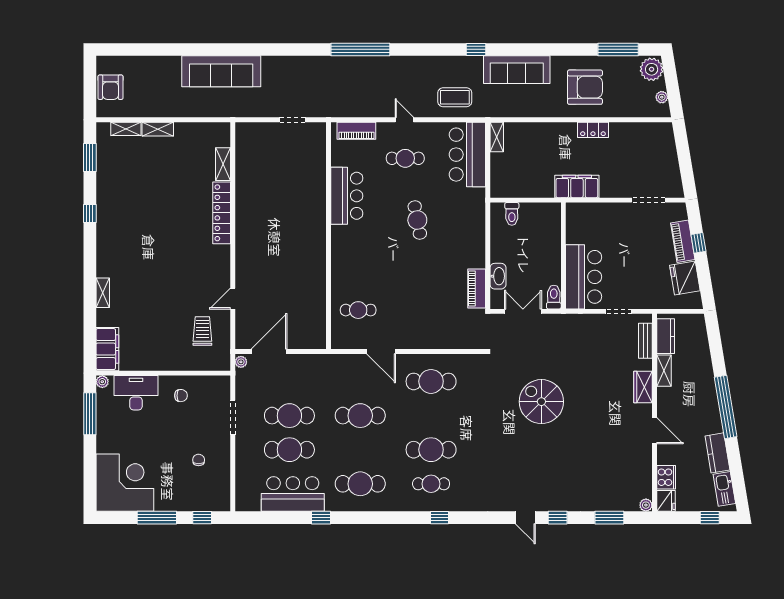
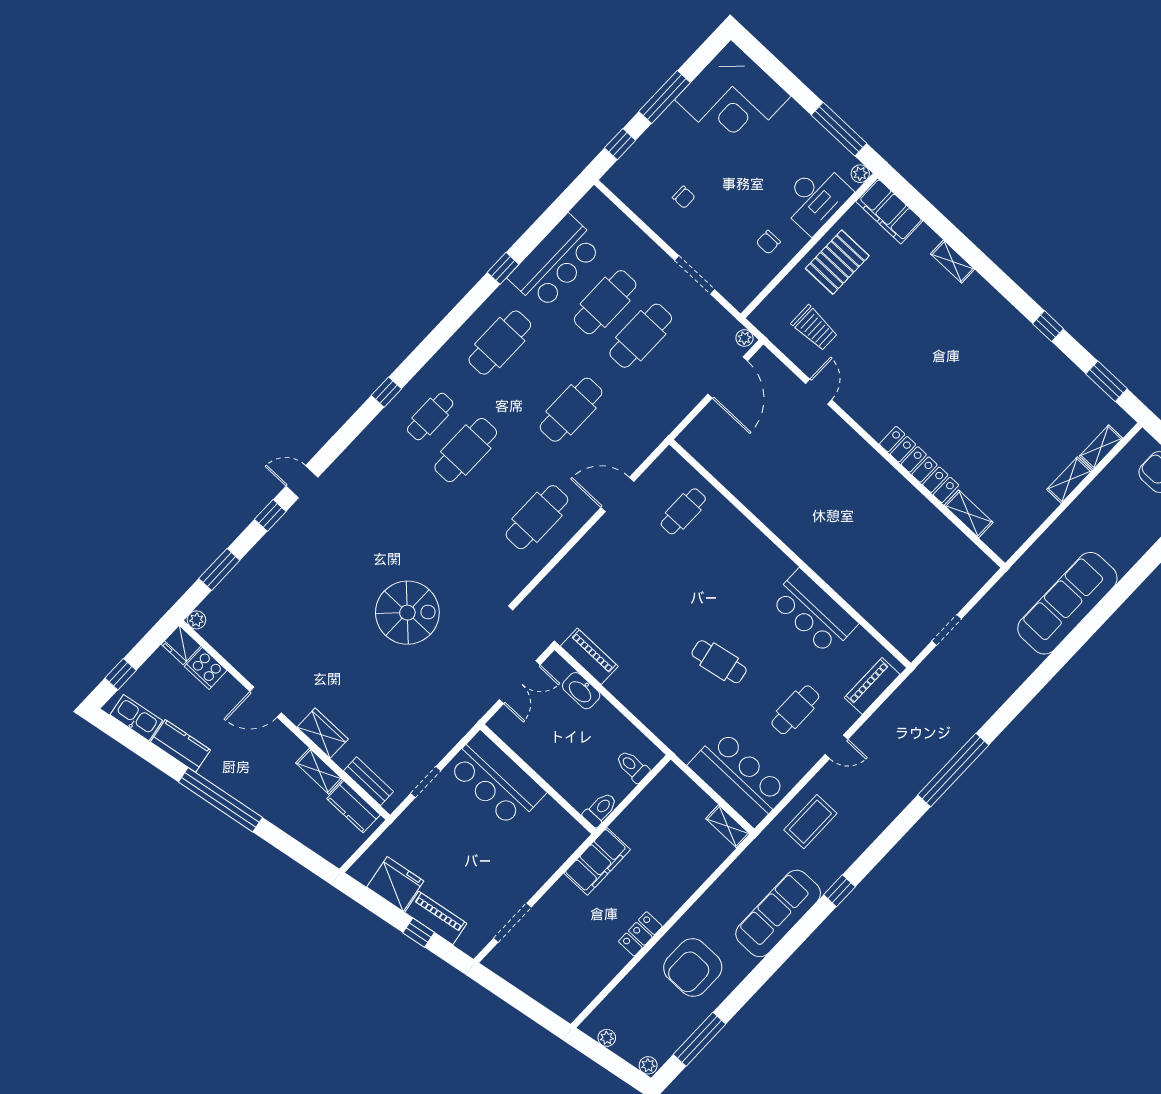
plant: (652, 69) -> (648, 1065), width x0.53, depth x0.53
toilet: (554, 297) -> (600, 809), moved, turned -90
pallet: (158, 351) -> (837, 262), added

